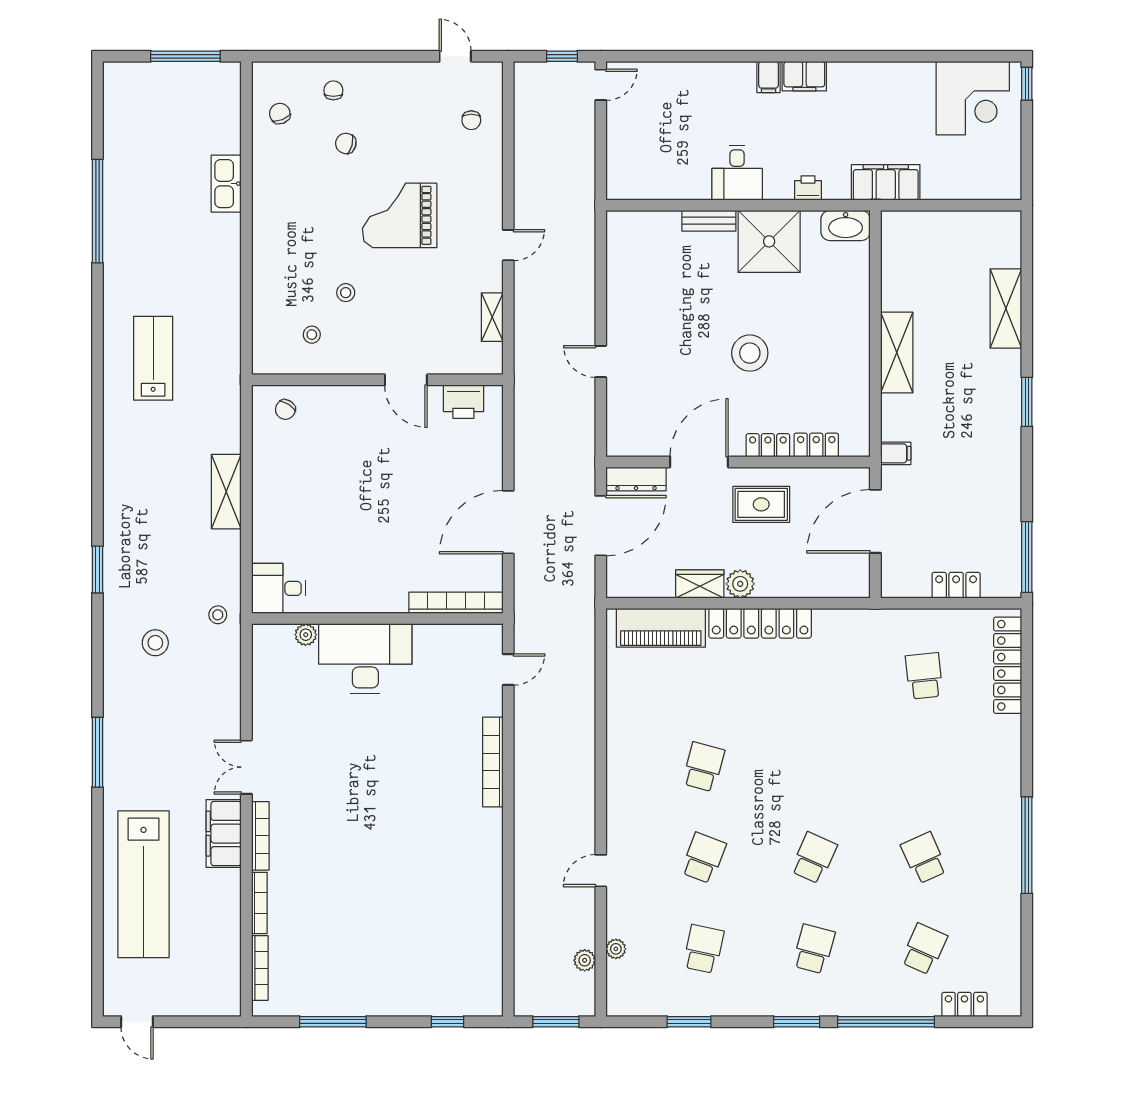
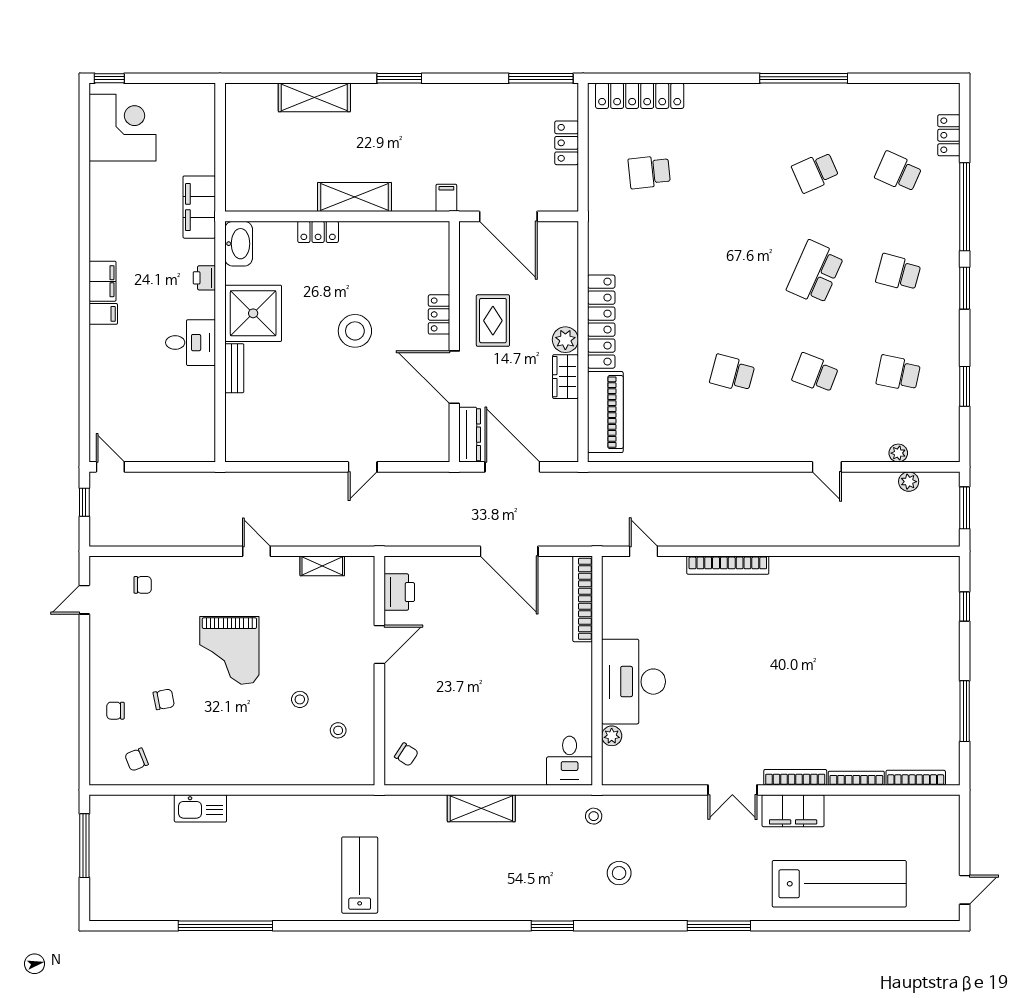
chair: (346, 143) -> (164, 699), turned -116
lab bench: (153, 358) -> (360, 875), turned 90
locker: (816, 445) -> (318, 232), moved, turned -90
school desk: (814, 858) -> (815, 273), width x1.85

